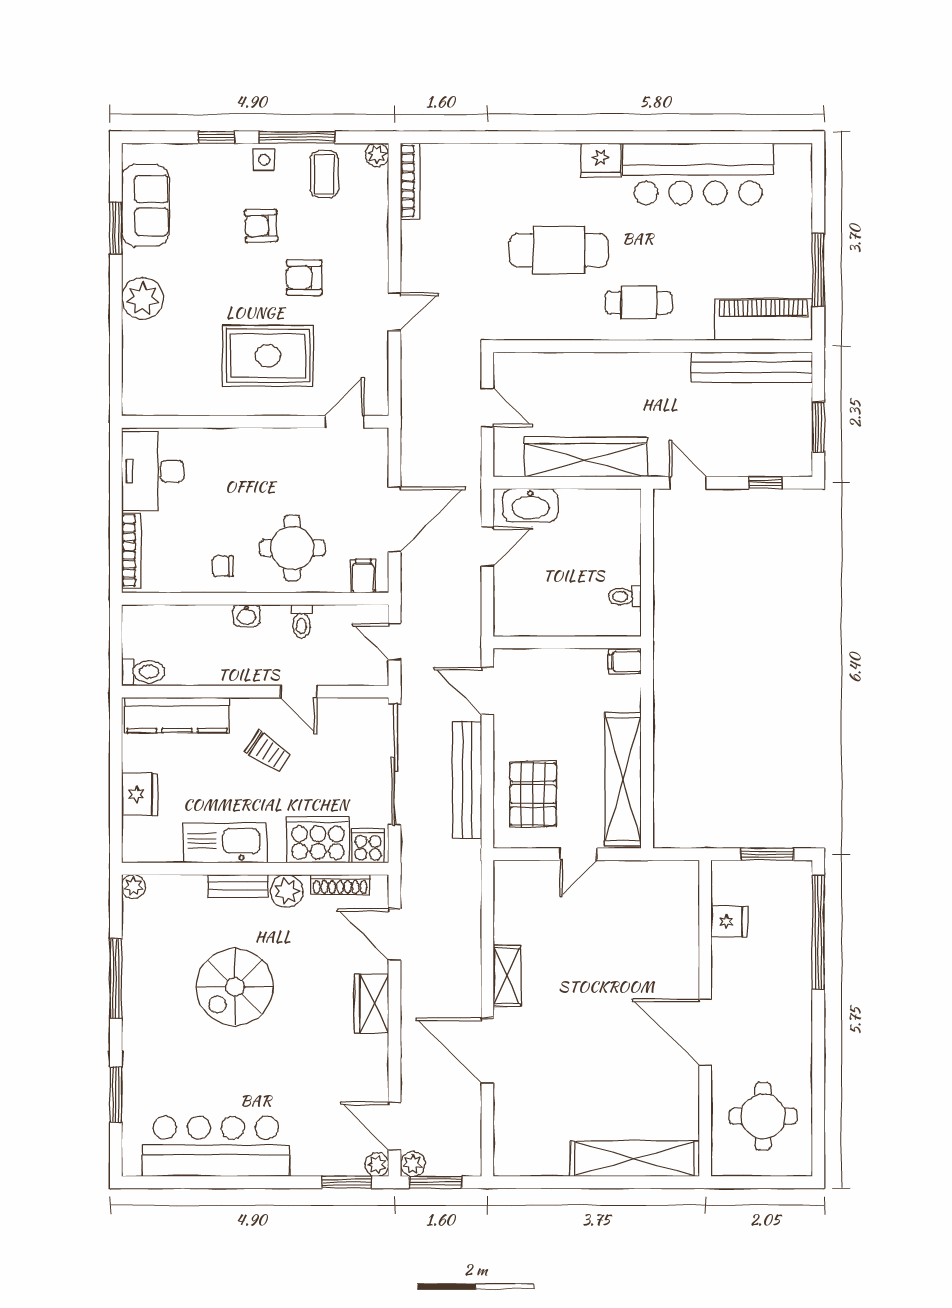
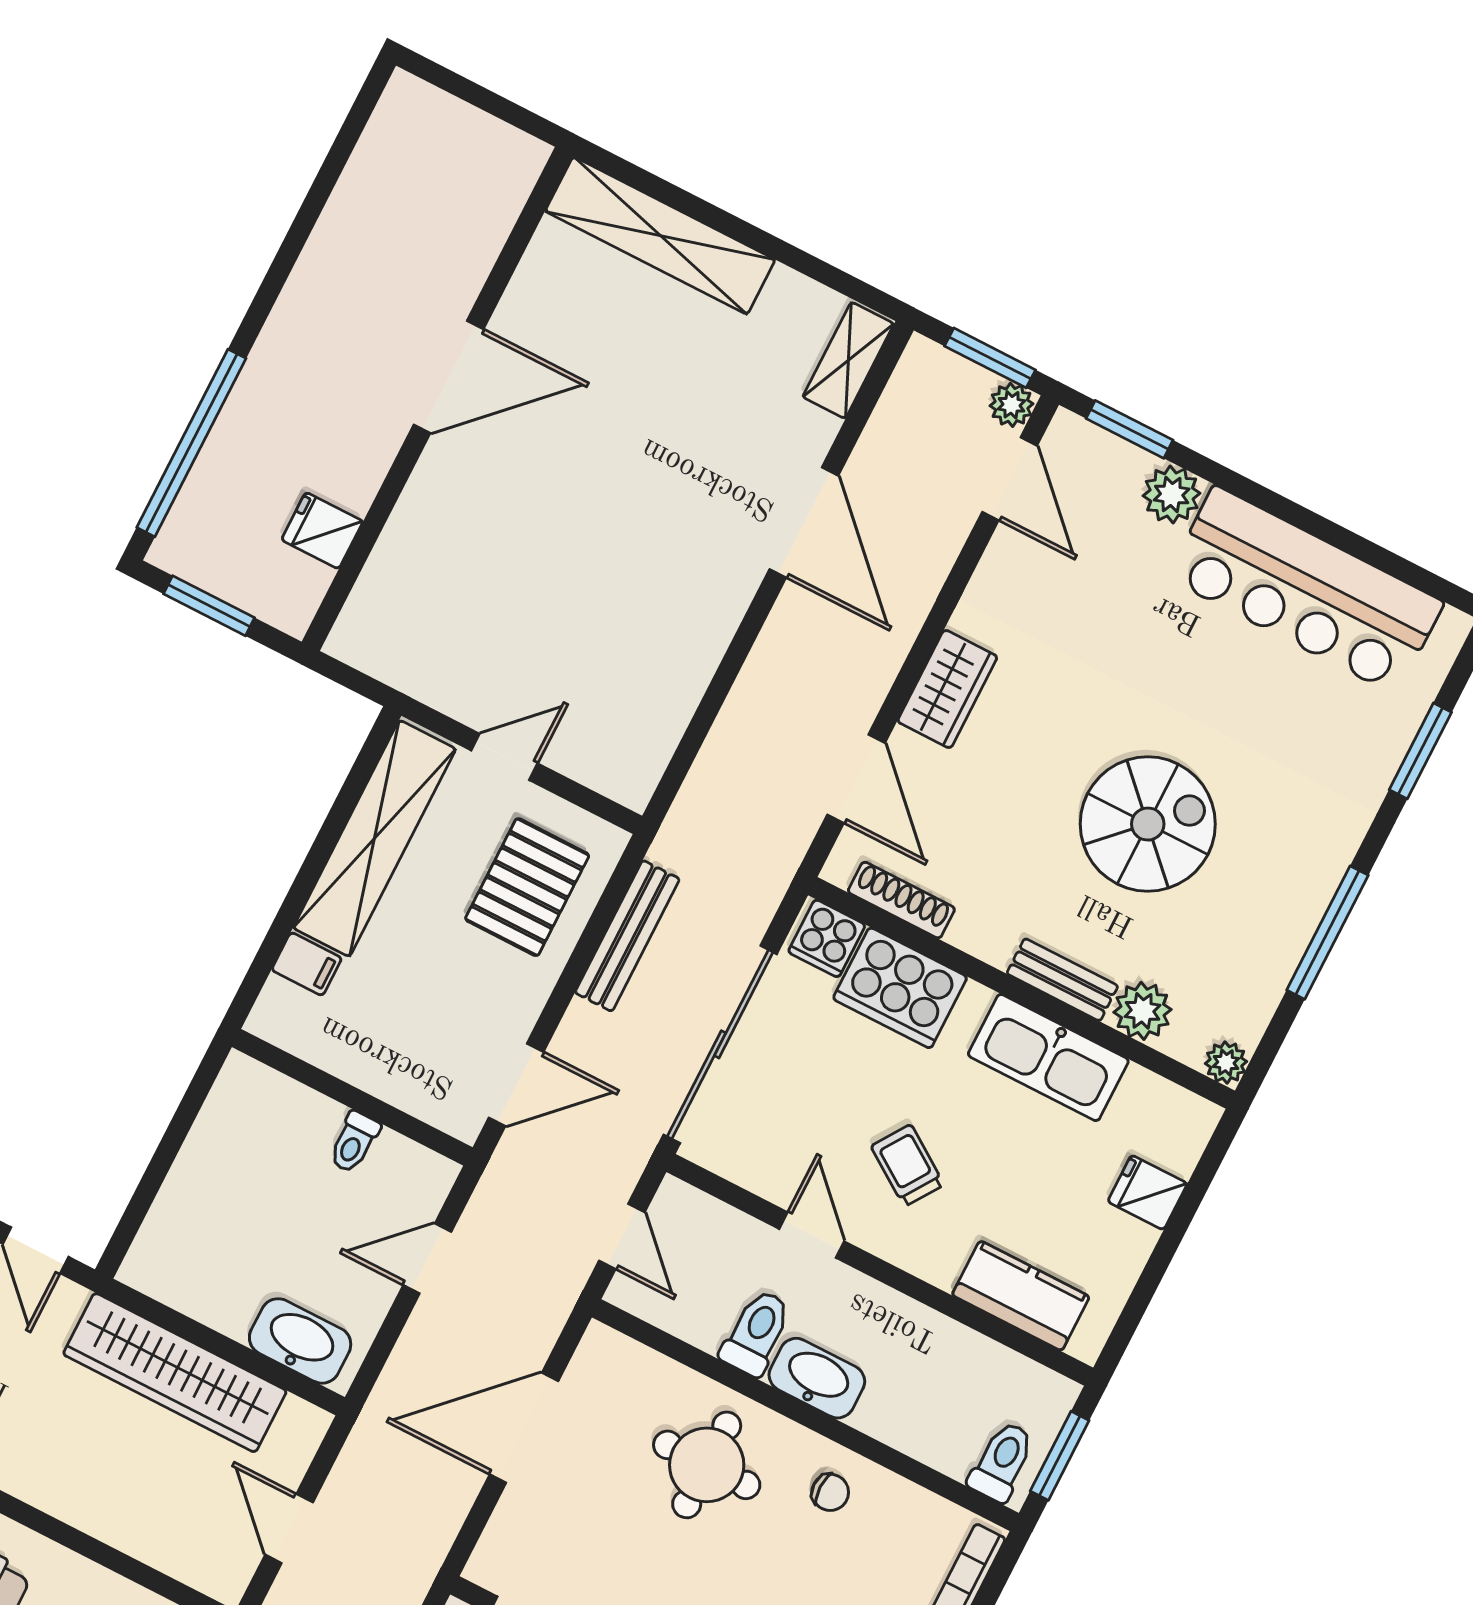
door: (487, 547) -> (427, 1258), moved
filing cabinet: (363, 576) -> (618, 1364), removed
toilet: (625, 597) -> (354, 1142), moved, turned 90
washbasin: (247, 616) -> (817, 1378), width x1.91, depth x1.45
toilet: (301, 621) -> (756, 1333), width x1.37, depth x1.39
window: (116, 644) -> (1060, 1456), added
filing cabinet: (625, 661) -> (307, 964), moved
toilet: (143, 672) -> (1002, 1462), moved, turned 90
door: (487, 691) -> (516, 1085), hinge flipped
kitchen counter: (177, 715) -> (1021, 1296), width x0.67
bench: (467, 780) -> (627, 936), width x0.73, depth x0.82
fridge: (140, 794) -> (1147, 1193), width x0.72
plant: (287, 891) -> (1142, 1011), moved
shelving: (507, 976) -> (848, 360), moved
door: (705, 1032) -> (449, 377), hinge flipped
round table: (763, 1116) -> (425, 199), removed
plant: (377, 1165) -> (1172, 494), moved, width x1.38, depth x1.38

